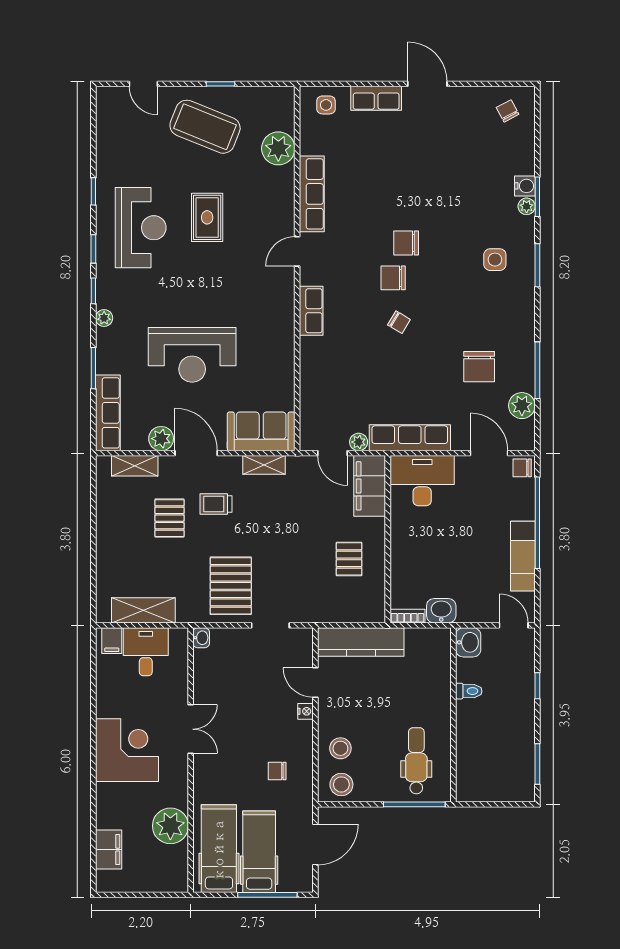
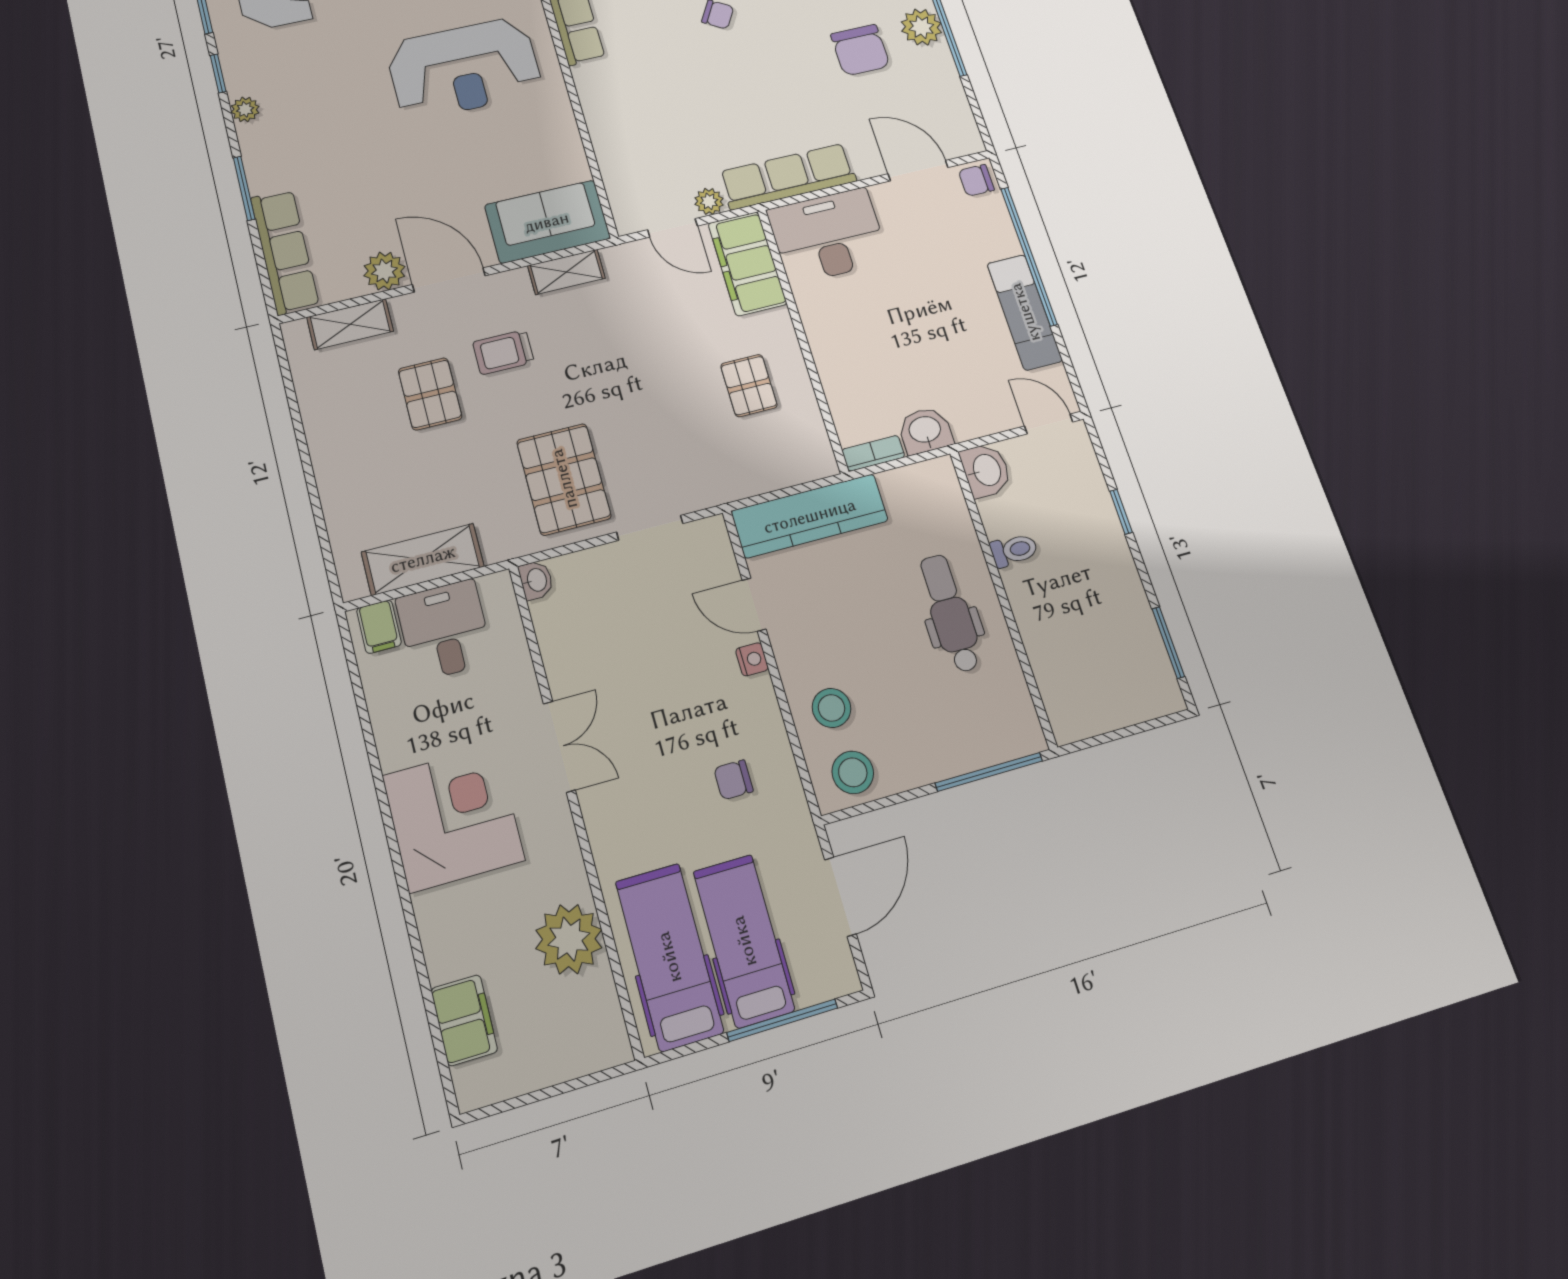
reception desk: (192, 355) -> (464, 68), moved
plant: (522, 406) -> (921, 27), moved
dental chair: (416, 761) -> (950, 613), moved

